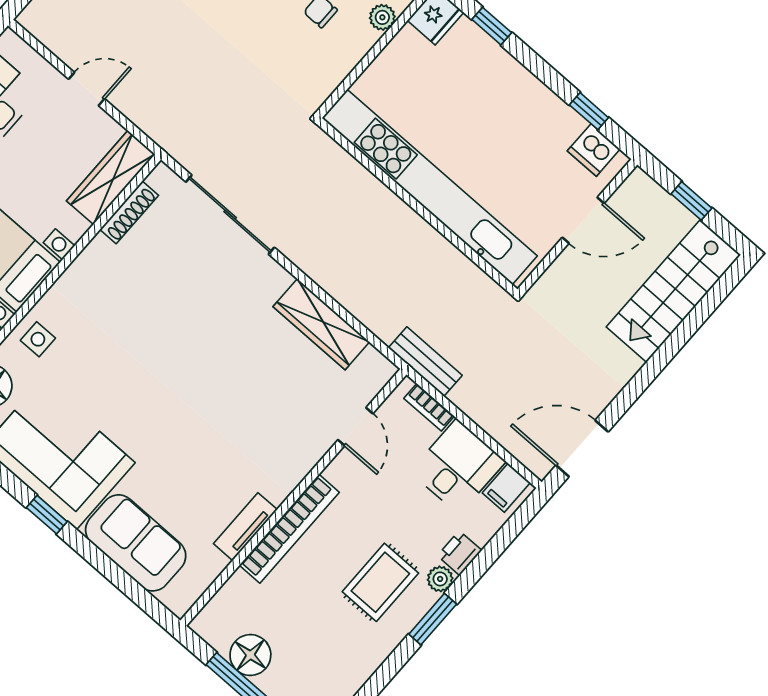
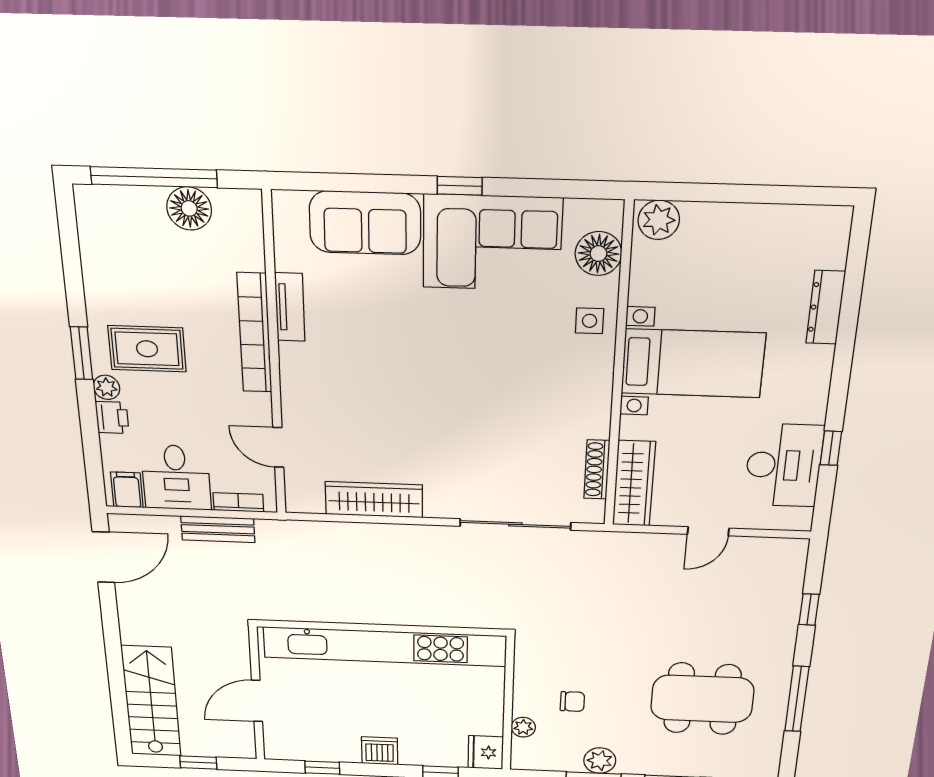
dishwasher: (594, 150) -> (380, 751), moved
bench: (425, 362) -> (218, 529), moved
rug: (380, 582) -> (147, 349), turned 90

